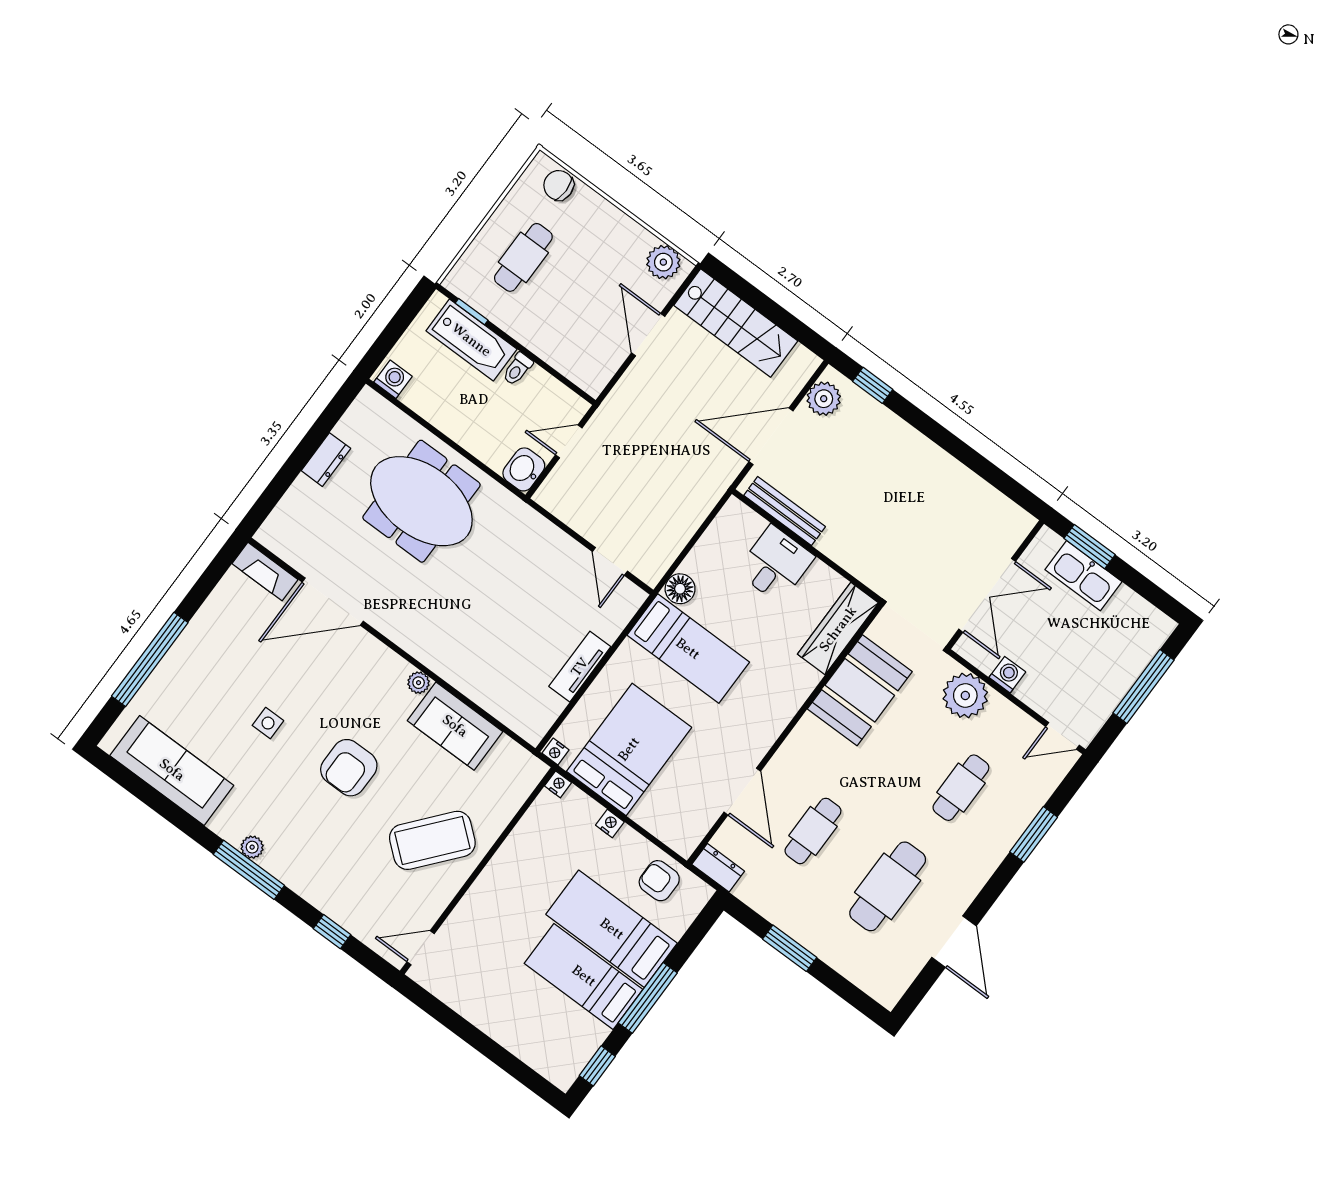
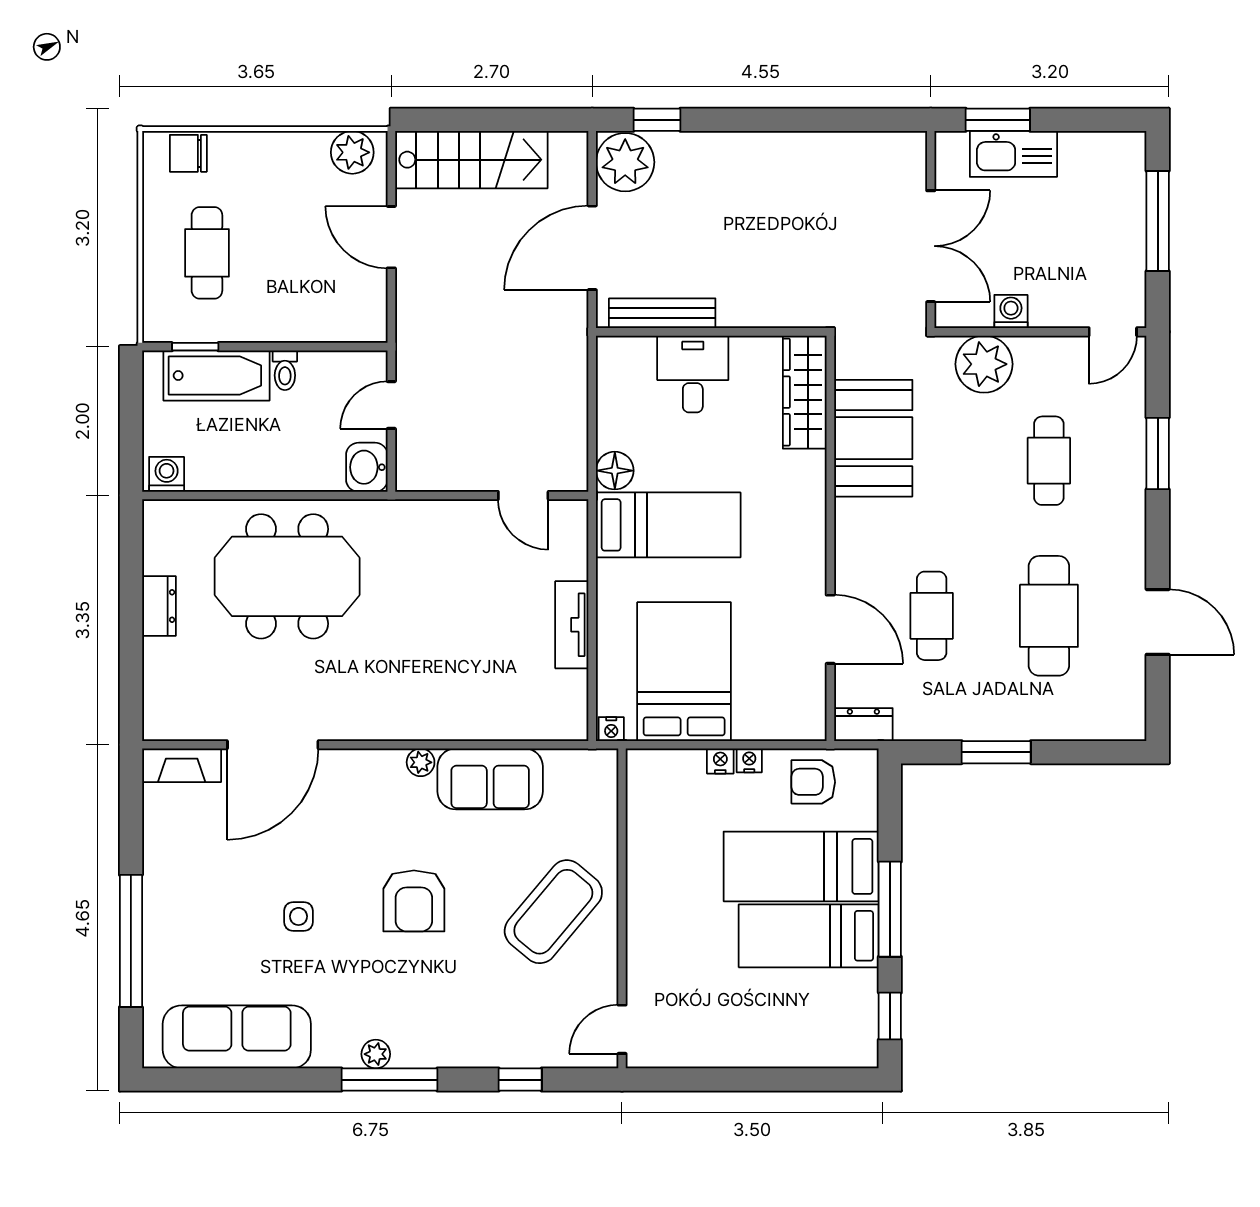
plant: (824, 399) -> (625, 162), width x1.36, depth x1.36
nightstand: (558, 784) -> (749, 760), moved

